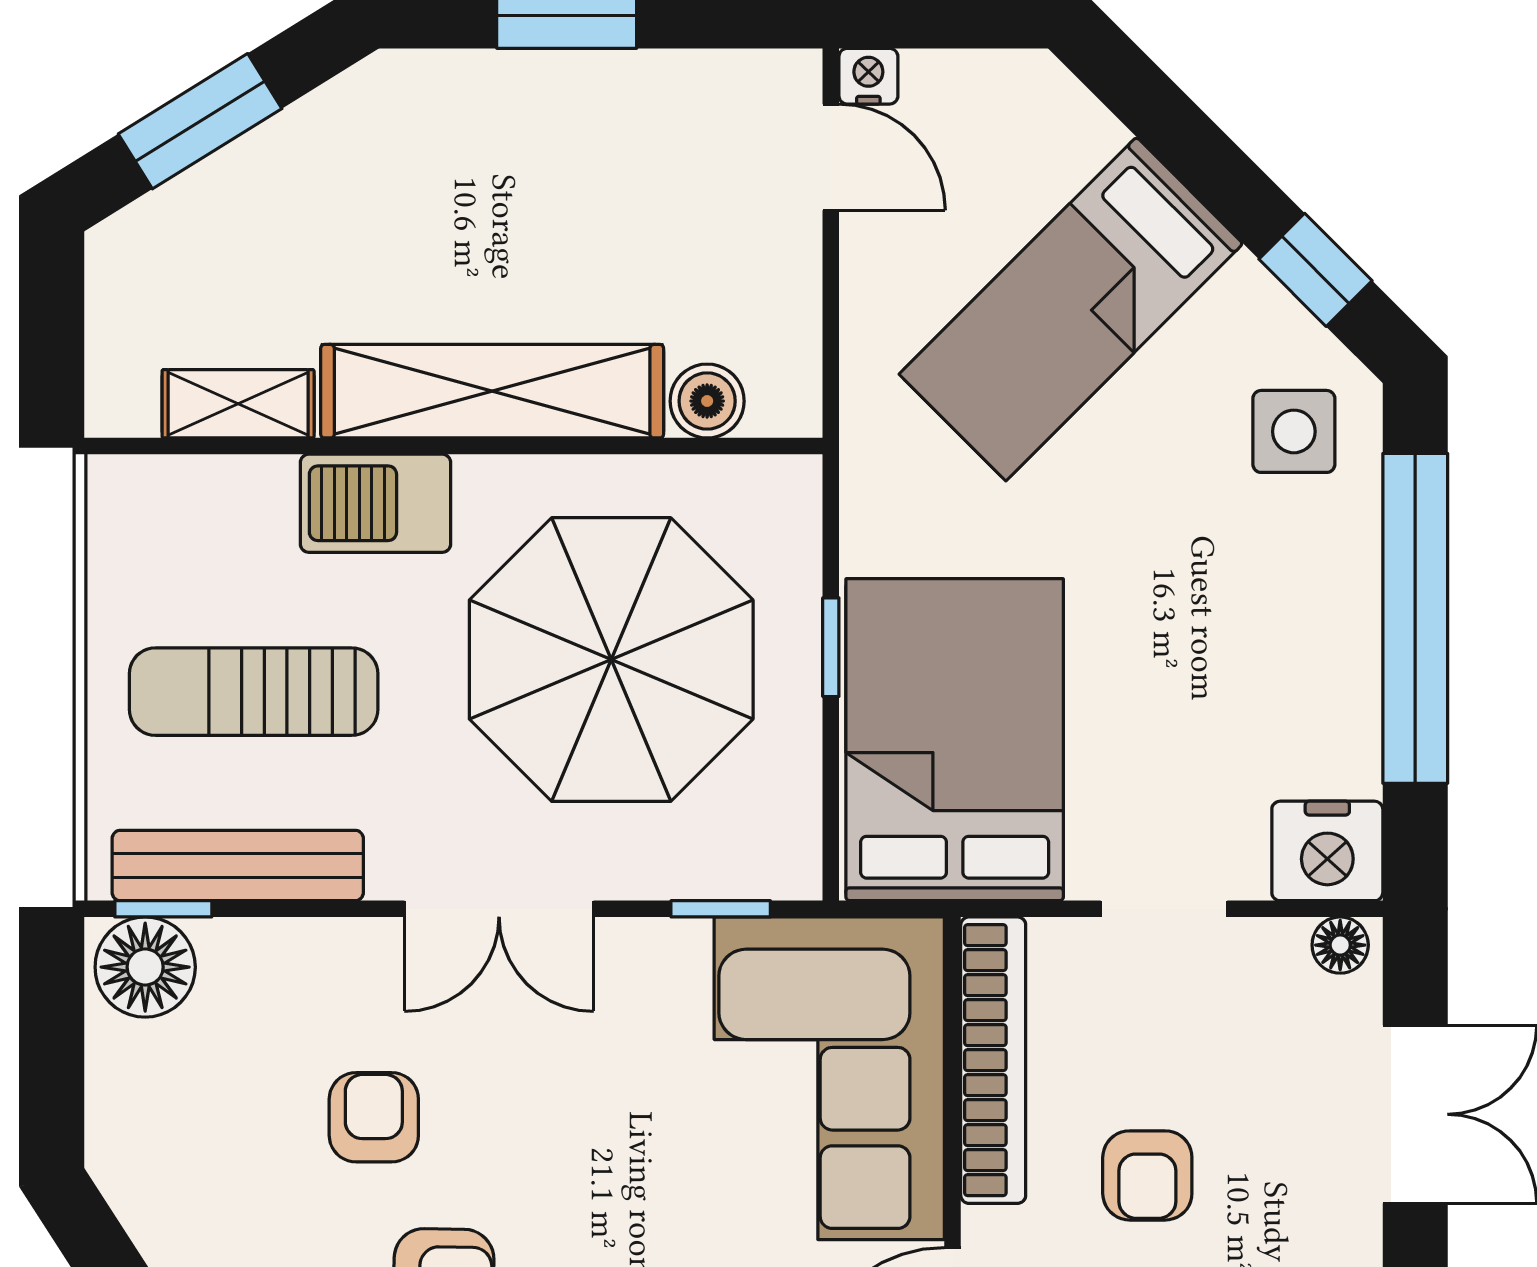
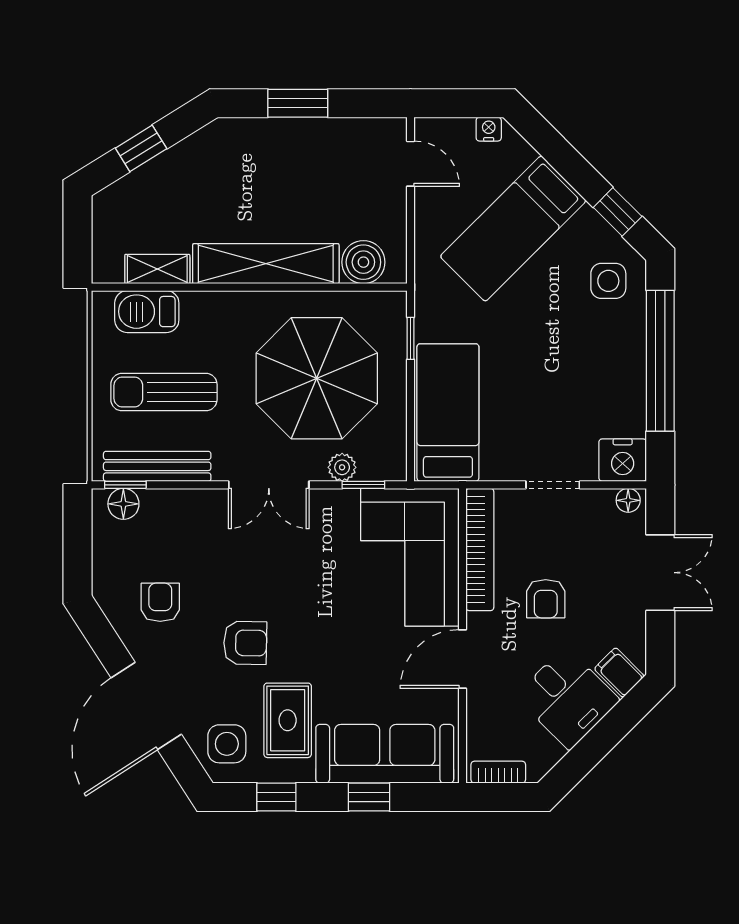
nightstand: (868, 76) -> (489, 129), moved
window: (200, 121) -> (141, 148), width x0.67
boiler: (707, 401) -> (363, 262), width x1.36, depth x1.36
barbecue: (376, 503) -> (147, 312), moved
window: (831, 647) -> (411, 338), moved
bed: (955, 740) -> (448, 413), width x0.67
plant: (671, 868) -> (342, 467), added
floor lamp: (145, 967) -> (123, 504), width x0.73, depth x0.73
armchair: (374, 1117) -> (160, 602), moved

